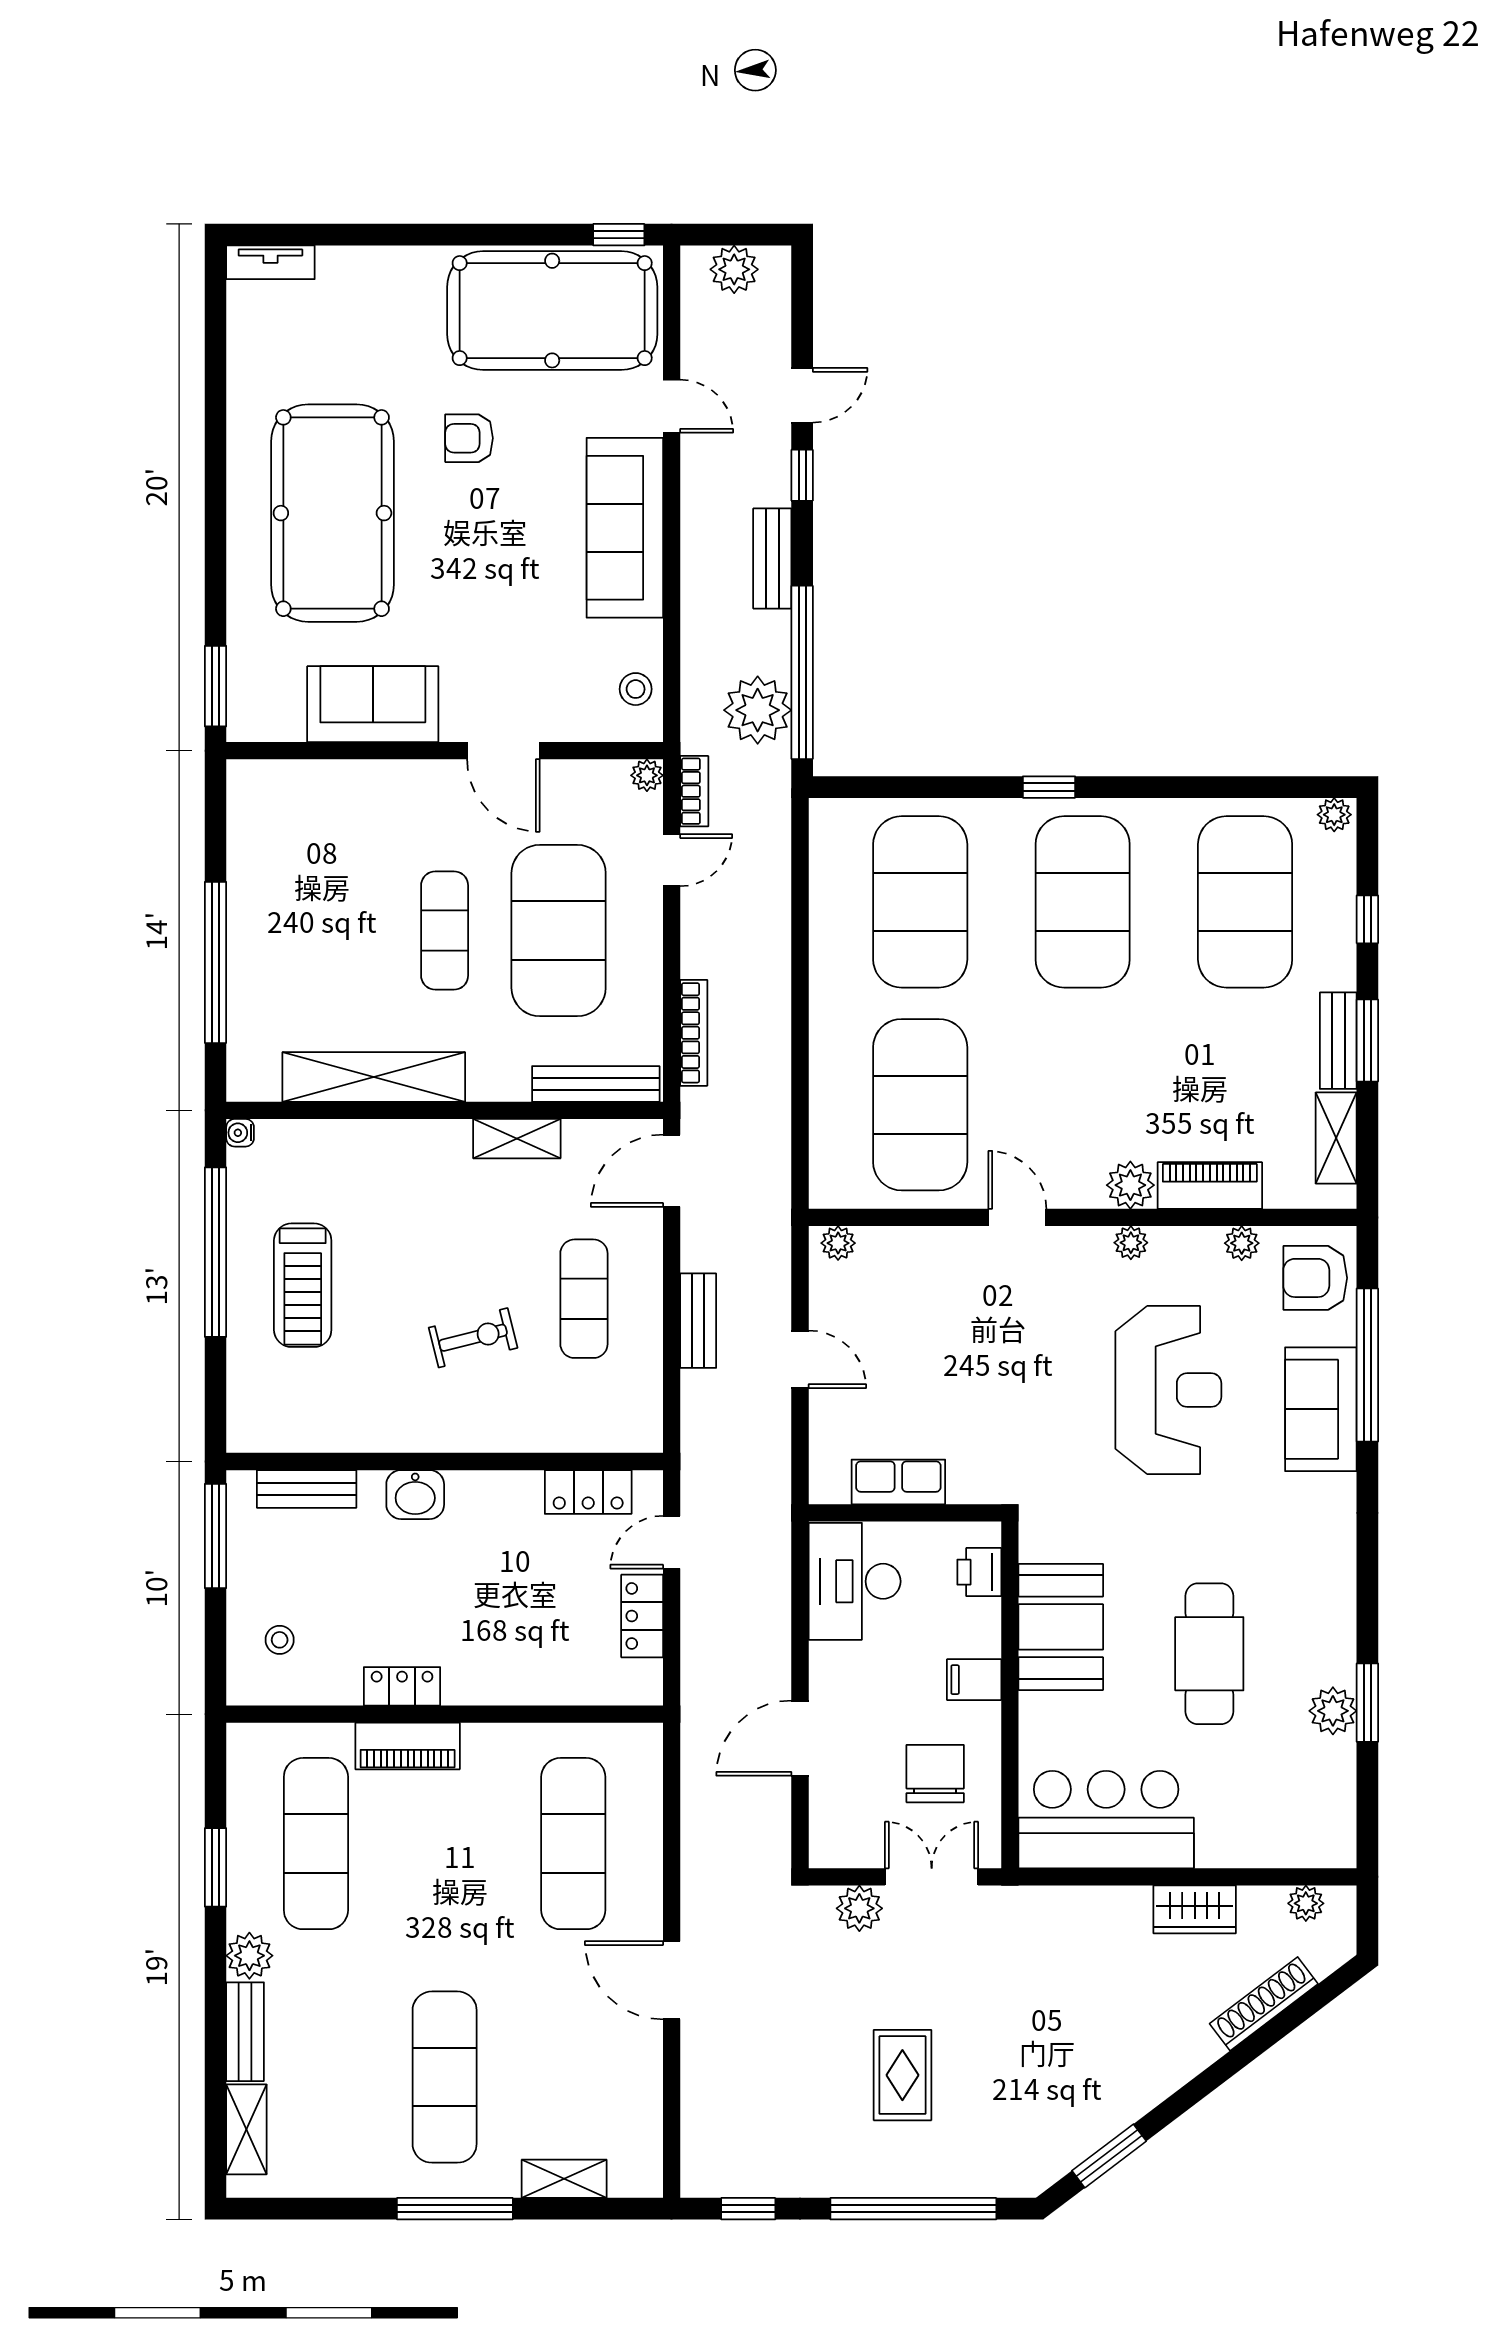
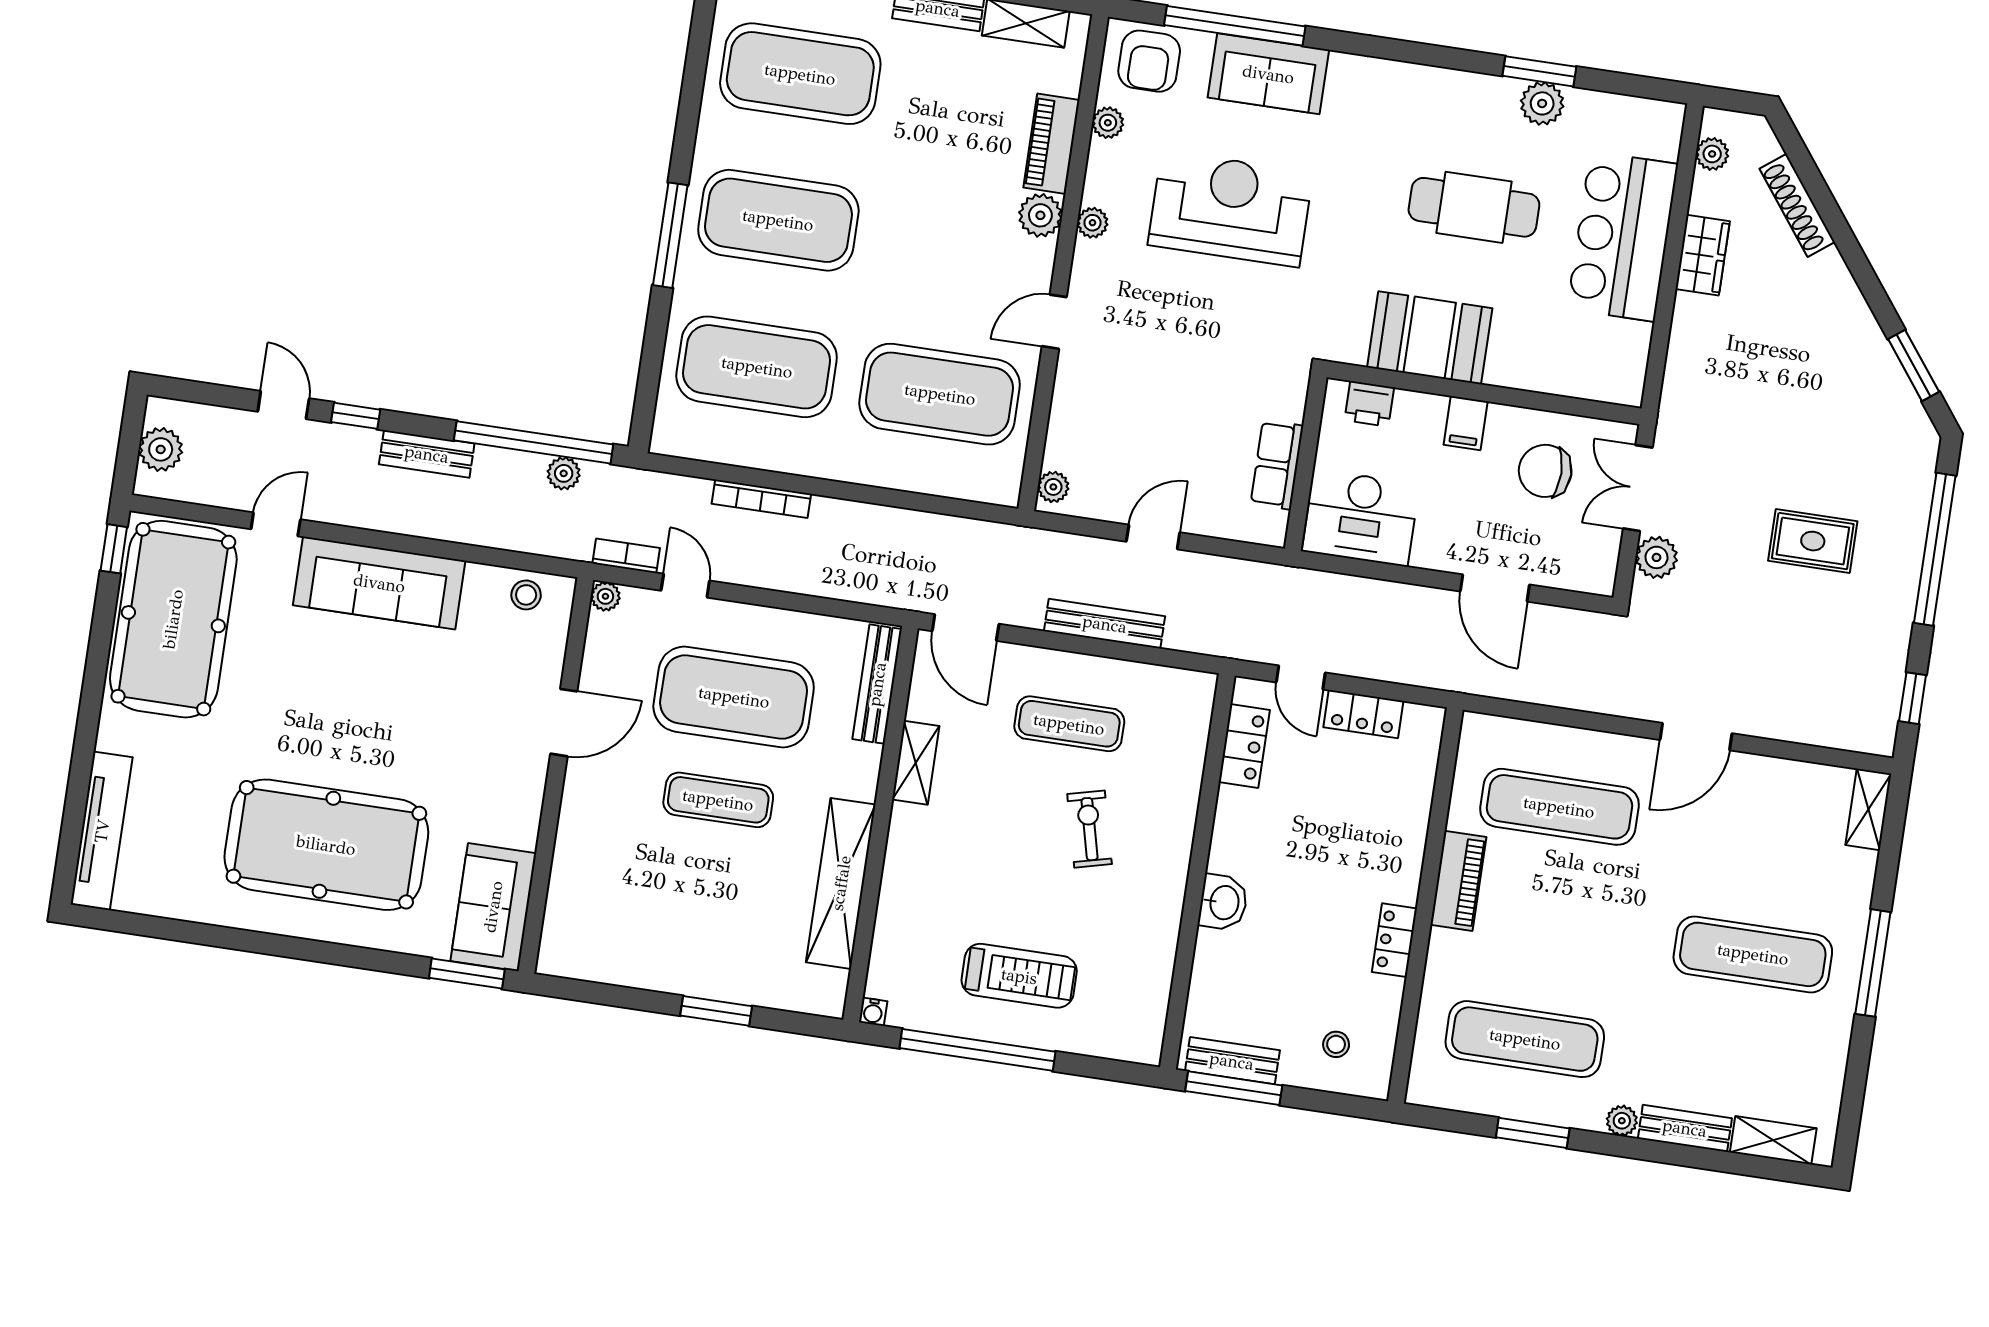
tv unit: (270, 262) -> (102, 831), width x1.92, depth x1.29
armchair: (469, 438) -> (277, 711), removed
sofa: (373, 704) -> (493, 907), moved
plant: (758, 710) -> (564, 473), width x0.53, depth x0.53
window: (1049, 787) -> (670, 235), width x2.17
window: (216, 962) -> (716, 1011), width x0.47
bookcase: (694, 1033) -> (761, 499), moved, turned 180
bench: (698, 1321) -> (1105, 624), width x1.36
bench: (307, 1489) -> (1232, 1061), moved, turned 90
piano: (408, 1746) -> (1458, 881), moved
bar counter: (1106, 1820) -> (1623, 237), moved
plant: (249, 1956) -> (1622, 1121), width x0.73, depth x0.73
shelving: (564, 2179) -> (1868, 809), moved

